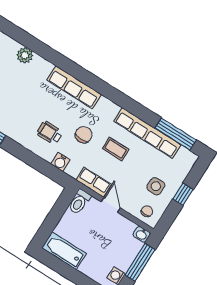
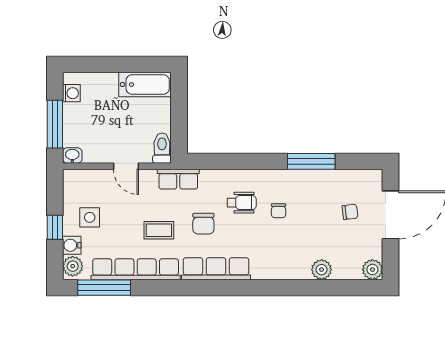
row of seats: (74, 87) -> (216, 269), moved
plant: (187, 161) -> (73, 266), added
water cooler: (60, 162) -> (72, 245), moved, turned -90
row of seats: (94, 182) -> (178, 179), moved
chair: (147, 211) -> (279, 211), moved

